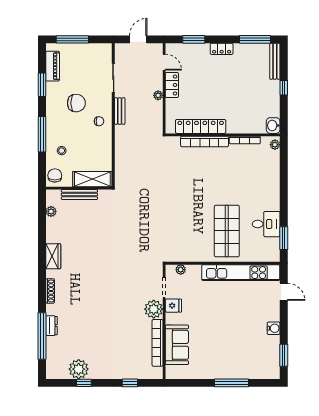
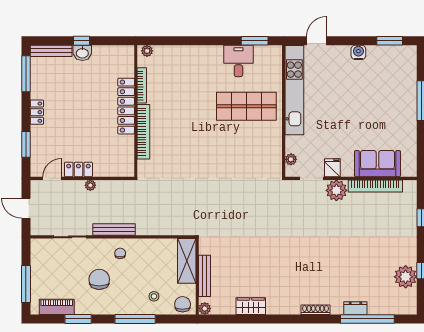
bench: (120, 111) -> (114, 230), width x1.36
locker: (201, 126) -> (126, 106), moved
washbasin: (273, 126) -> (82, 53), moved
chair: (55, 175) -> (183, 304), turned 90
plant: (51, 211) -> (205, 308), moved
wardrobe: (53, 256) -> (251, 306), moved

